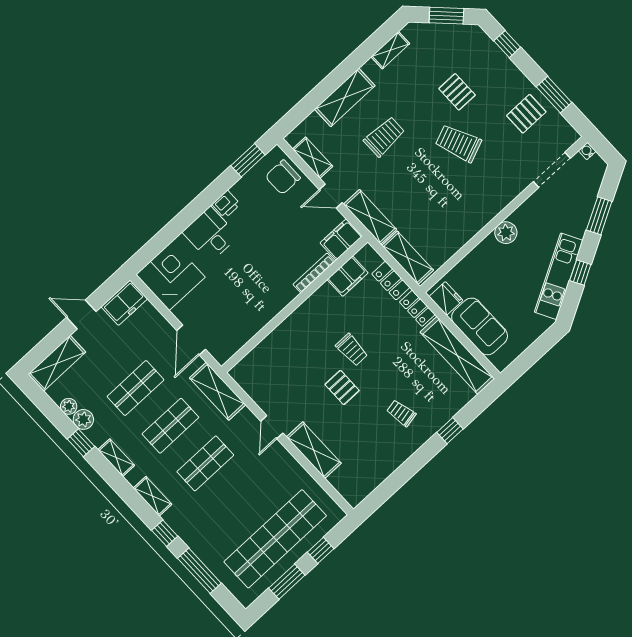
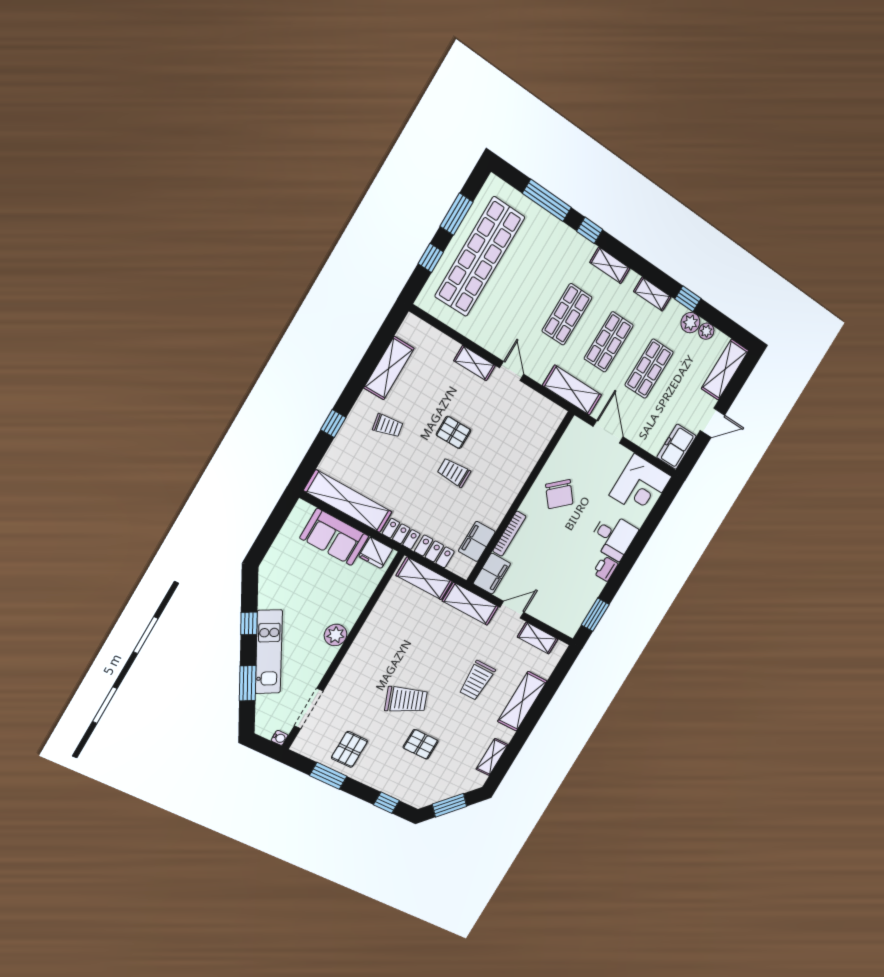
chair: (283, 177) -> (559, 494), moved, turned 140
kitchen unit: (559, 276) -> (269, 652), moved
shelving: (314, 450) -> (474, 363), width x0.67, depth x0.75
shelving: (386, 465) -> (389, 368), added

